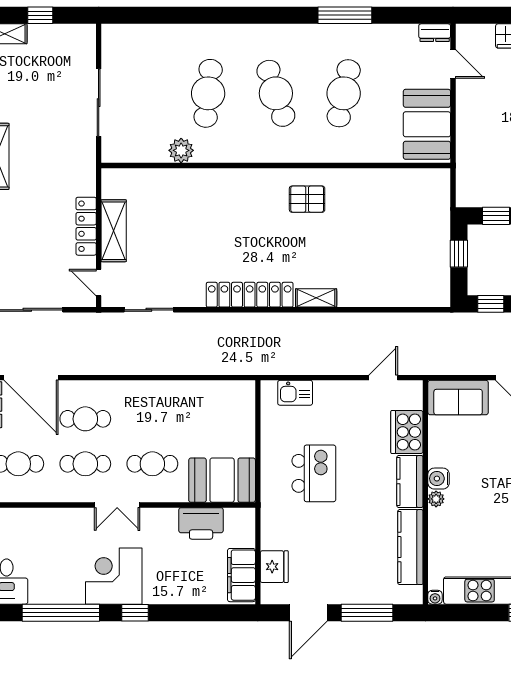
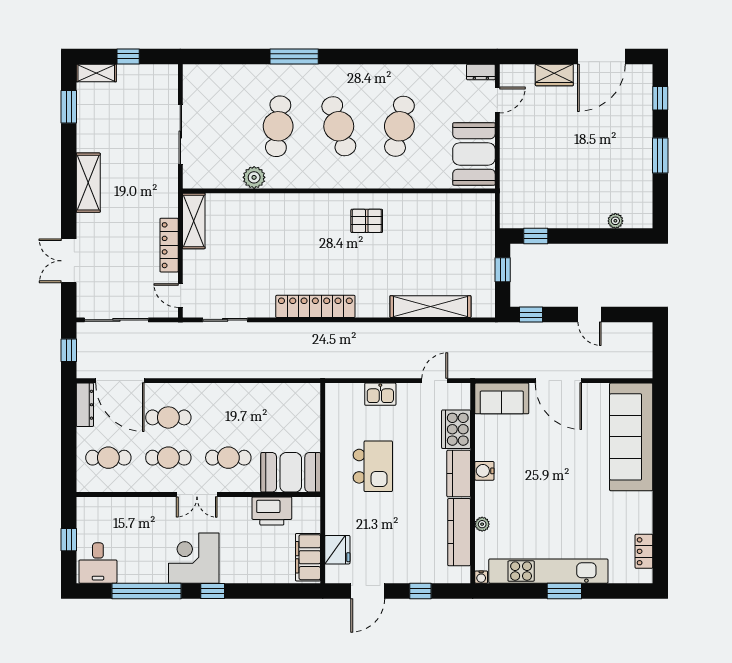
window: (345, 15) -> (294, 56), moved
door: (453, 64) -> (497, 100), hinge flipped
shelving: (114, 231) -> (194, 221), moved
shelving: (316, 298) -> (430, 307), moved, width x2.20, depth x1.33
kitchen sink: (295, 393) -> (380, 394), moved
plant: (436, 499) -> (482, 524), moved
window: (367, 613) -> (420, 591), width x0.46

